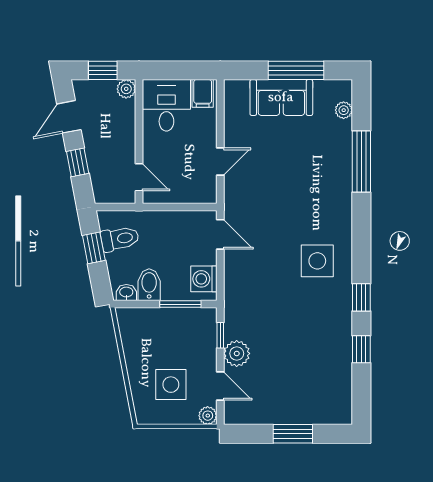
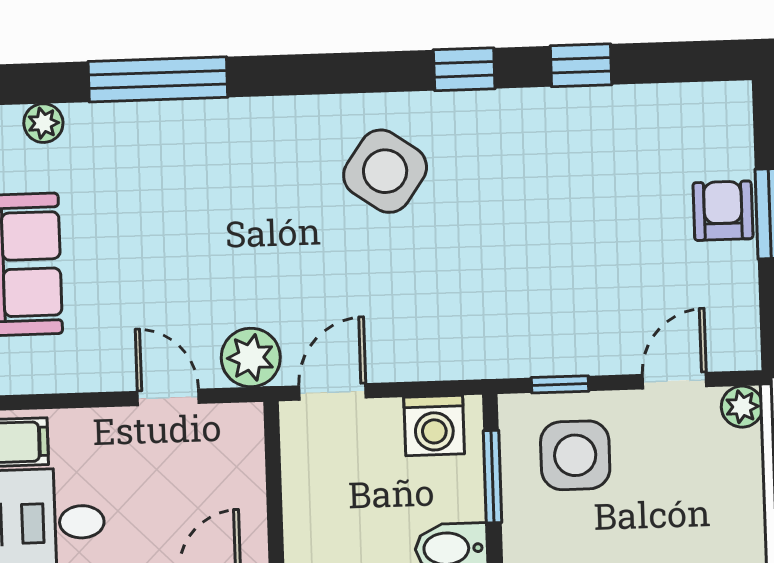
side table: (317, 261) -> (385, 171), turned 35
plant: (237, 353) -> (251, 358), moved
side table: (171, 385) -> (575, 455), moved
armchair: (295, 410) -> (723, 211), added

